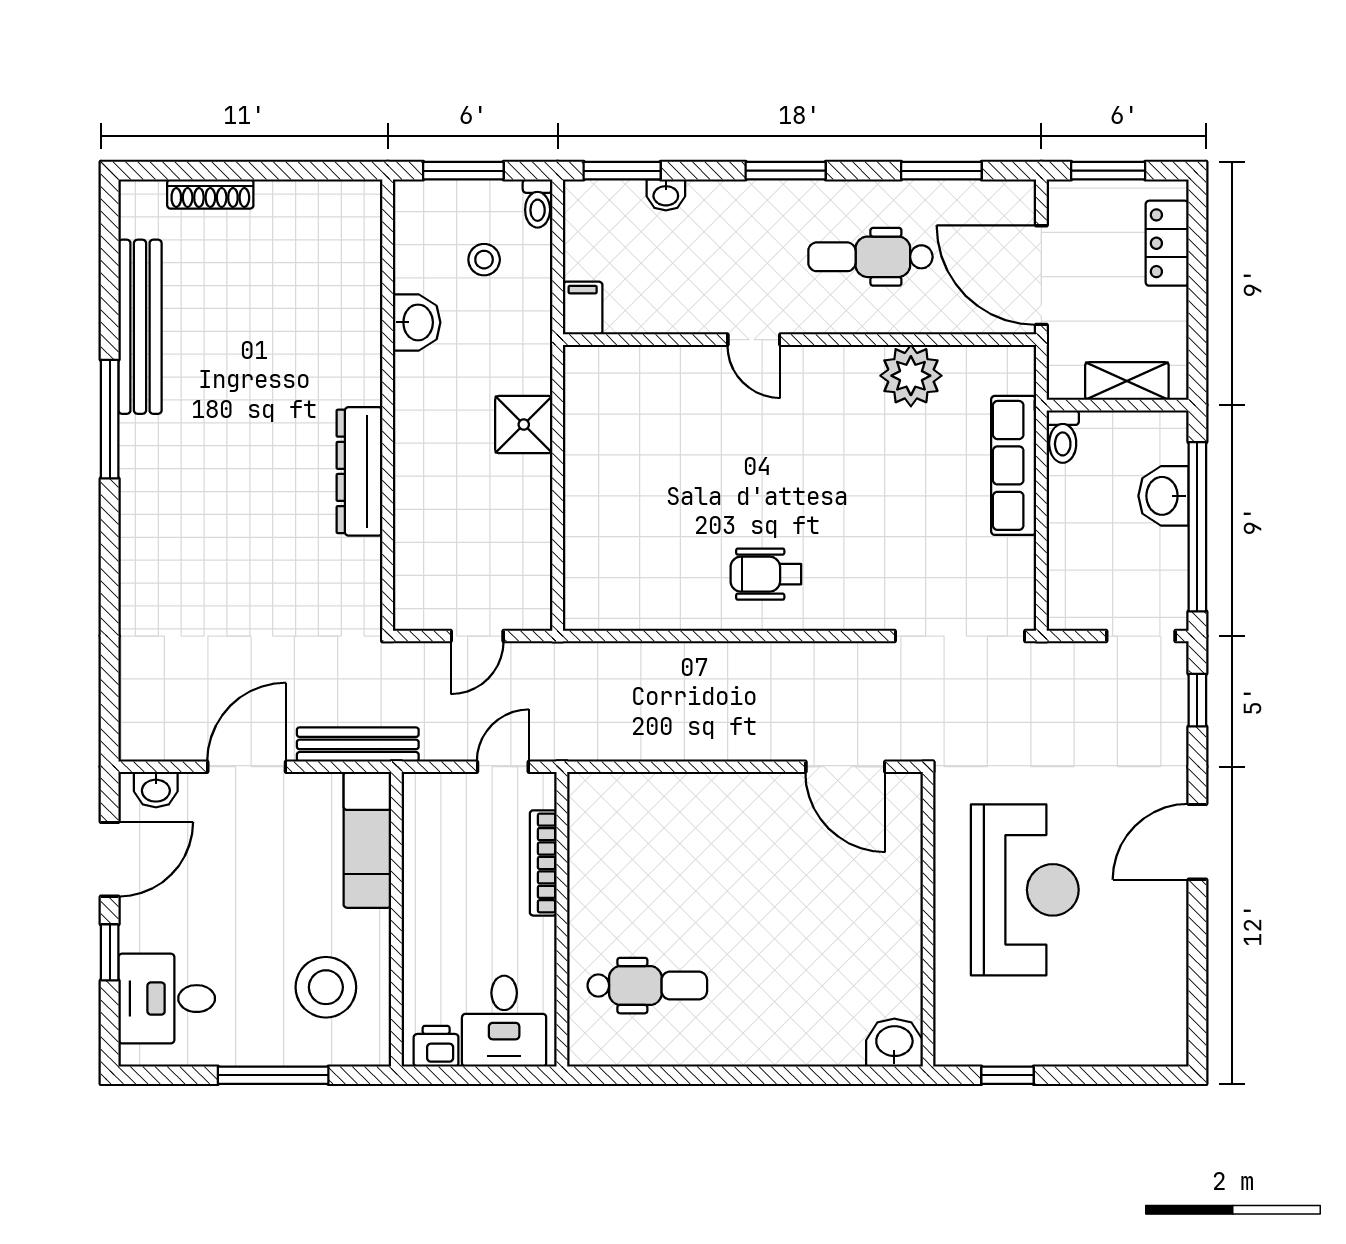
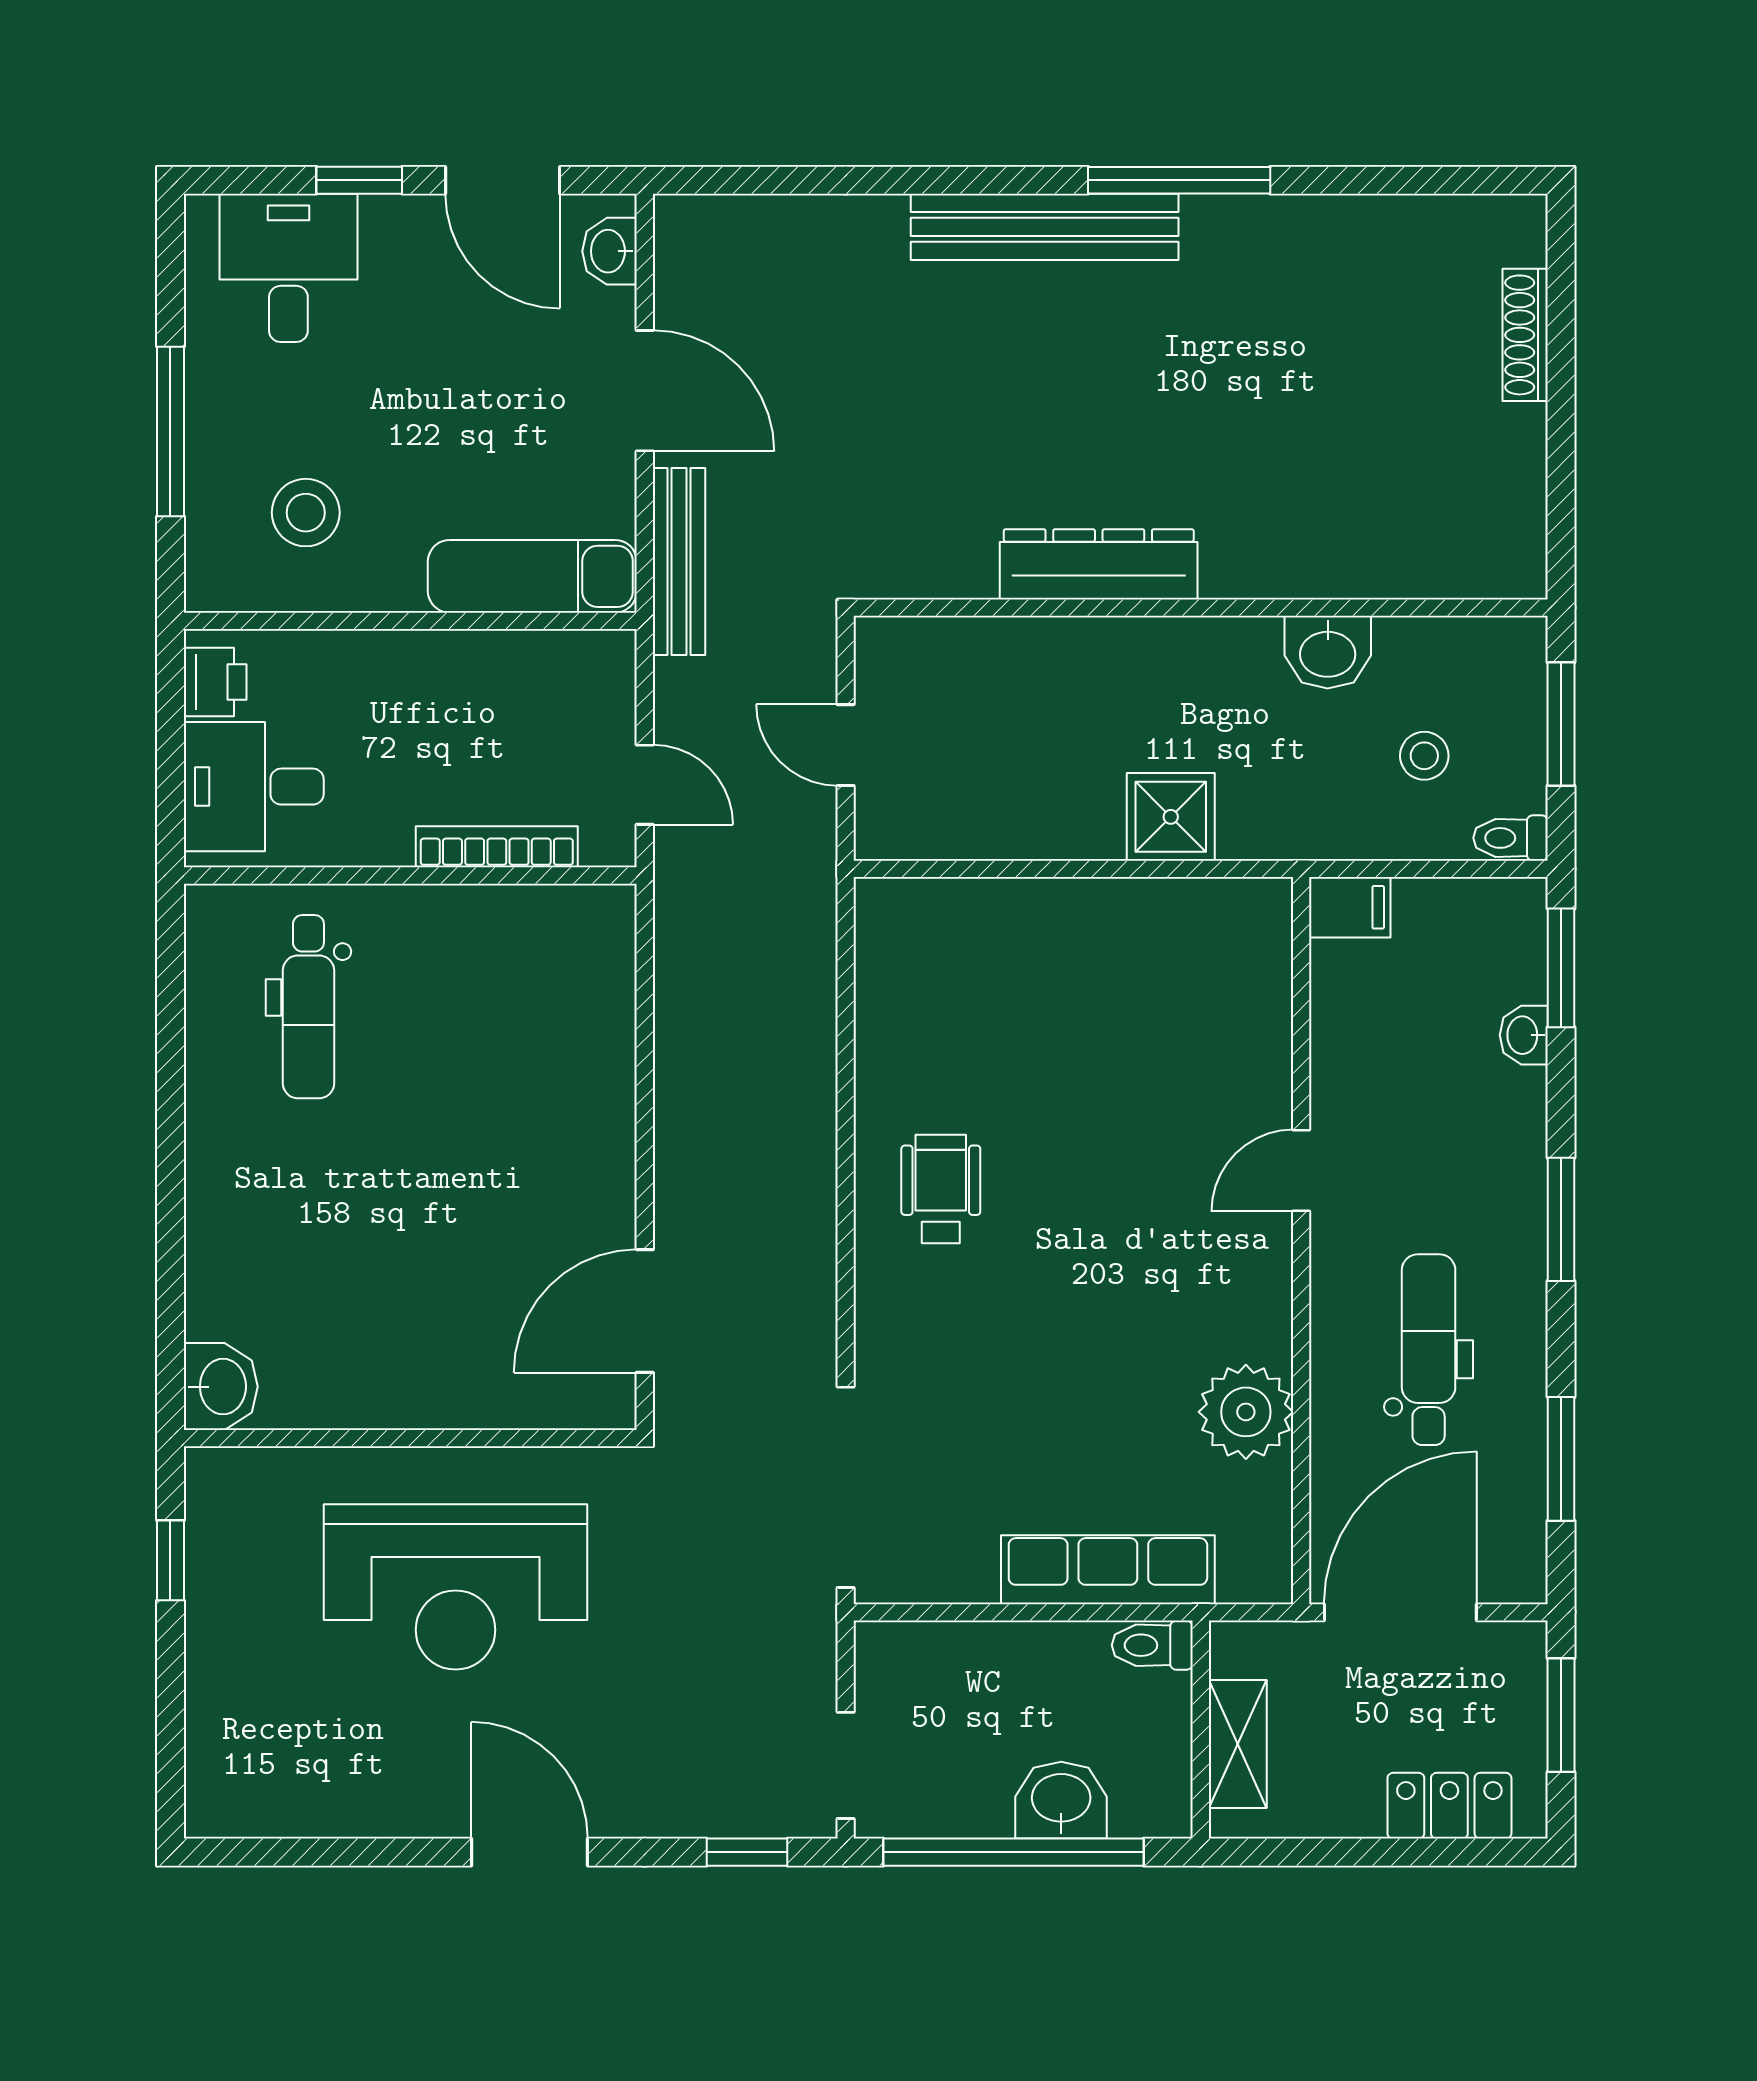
bench: (140, 327) -> (1045, 227), moved
stool: (326, 987) -> (306, 513), width x0.73, depth x0.73

